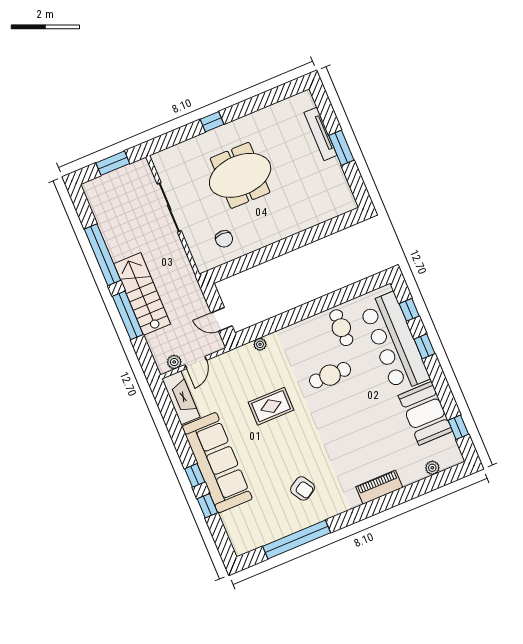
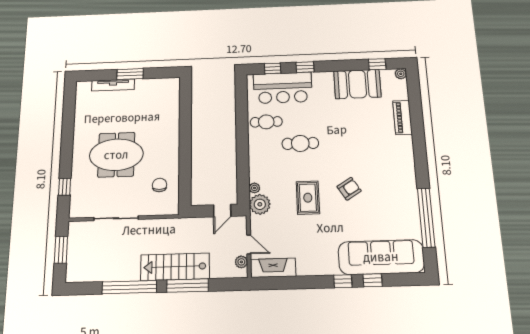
window: (212, 122) -> (65, 187), moved
meeting table: (240, 175) -> (116, 155), turned 90
chair: (224, 239) -> (160, 185), turned -90
bar counter: (394, 342) -> (283, 88), width x0.73
plant: (244, 357) -> (260, 204), added
cafe table: (330, 375) -> (300, 143), turned 90
sofa: (217, 463) -> (381, 257), moved
plant: (432, 468) -> (401, 74), moved
piano: (379, 487) -> (402, 117), moved
armchair: (302, 488) -> (349, 189), moved

